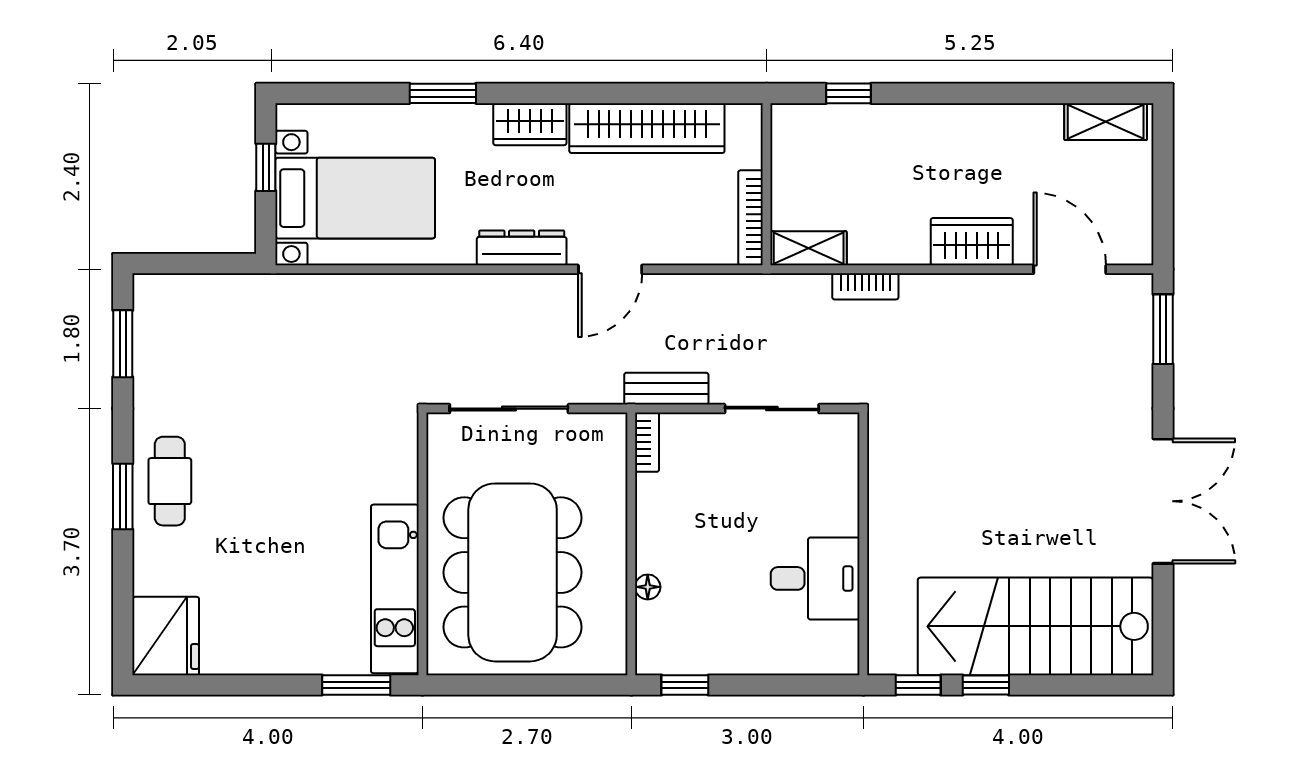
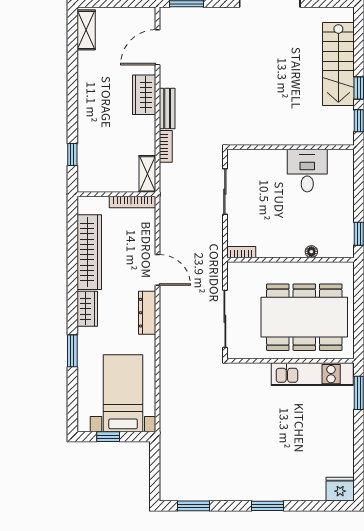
bench: (666, 389) -> (167, 109), moved
cafe table: (170, 481) -> (260, 483), removed
stairs: (1035, 626) -> (338, 64), width x0.73, depth x0.66
fridge: (166, 636) -> (340, 489), width x0.73, depth x0.75

